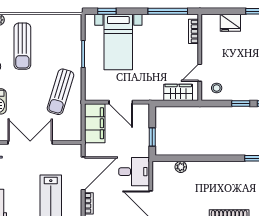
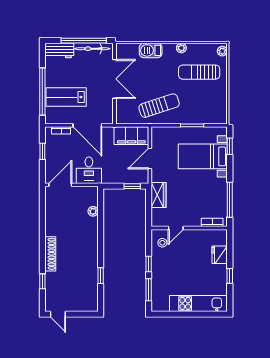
door: (200, 73) -> (176, 228), swing flipped
sun lounger: (60, 92) -> (159, 106), turned 145
wardrobe: (178, 92) -> (159, 195), moved
window: (152, 137) -> (132, 186), moved

